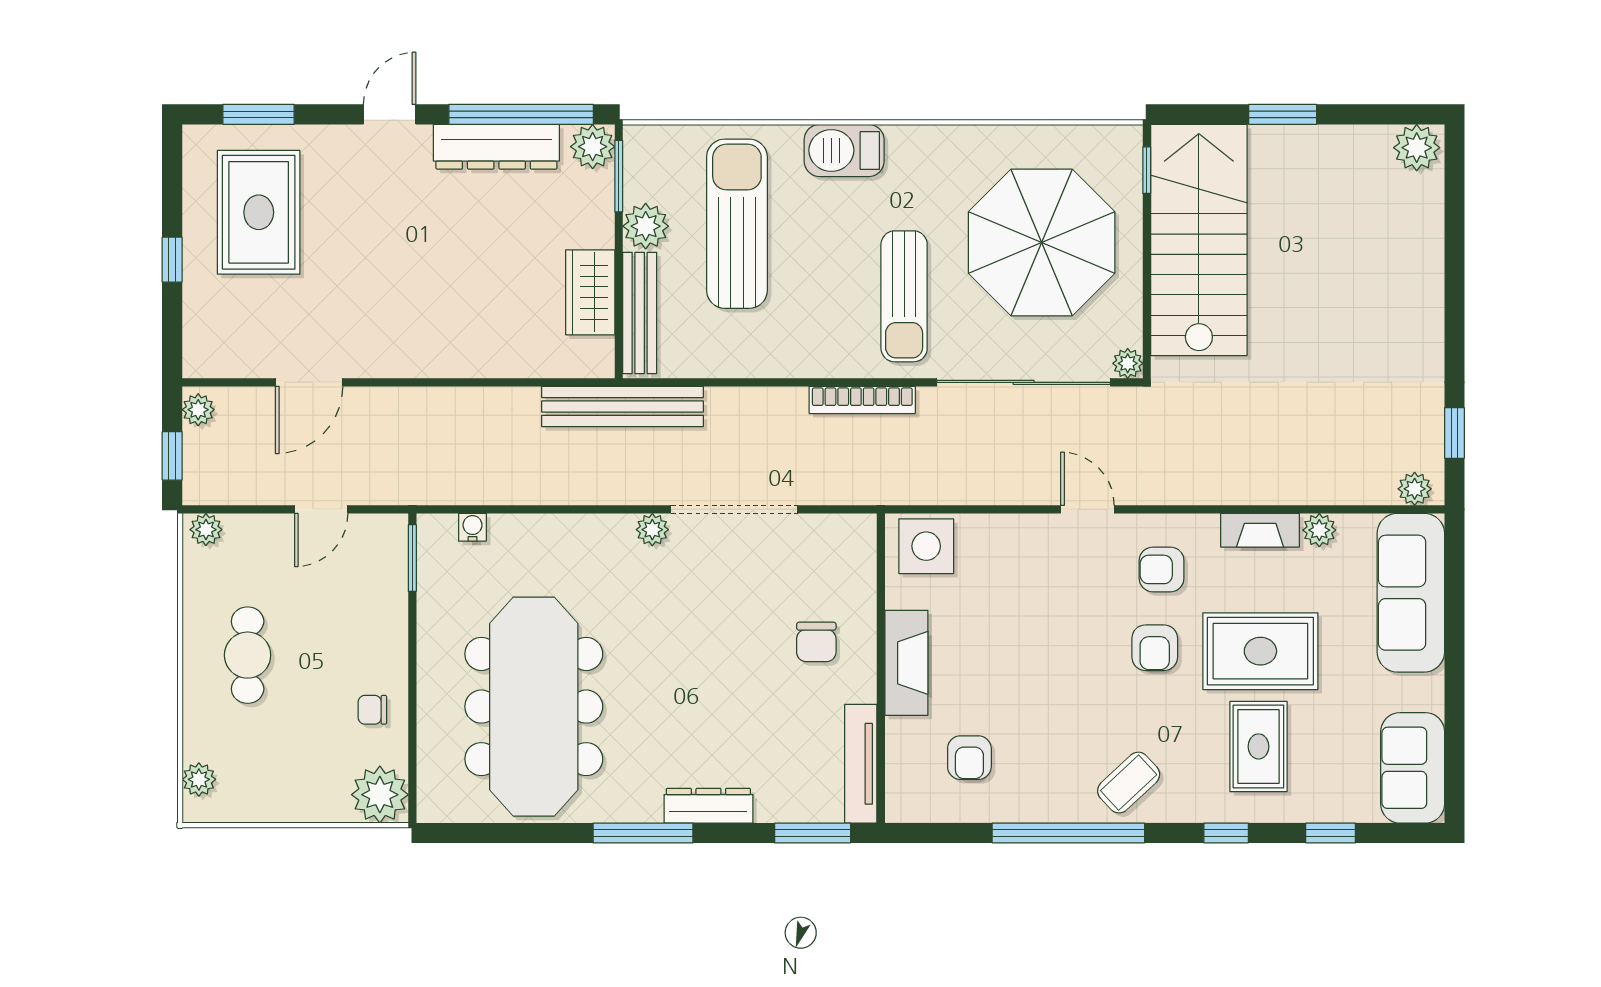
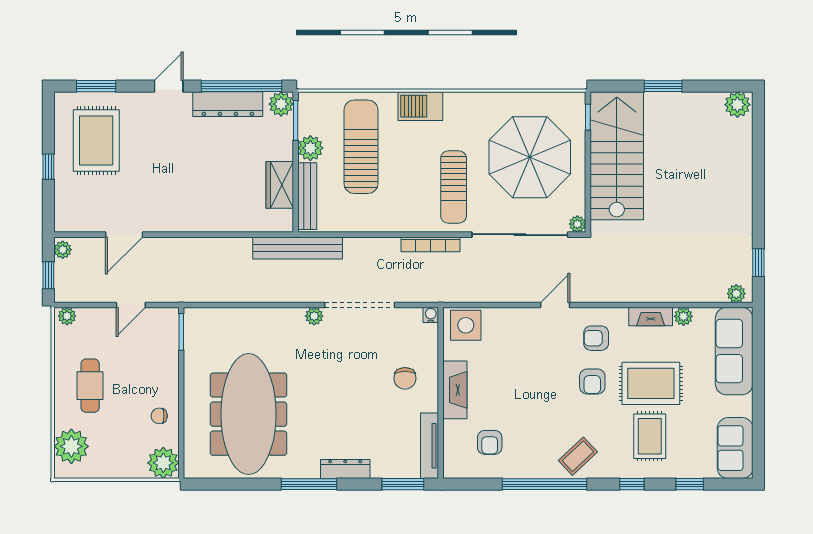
door: (1087, 509) -> (555, 305), hinge flipped
water cooler: (472, 527) -> (431, 315), moved
plant: (199, 779) -> (71, 446), width x1.87, depth x1.87

